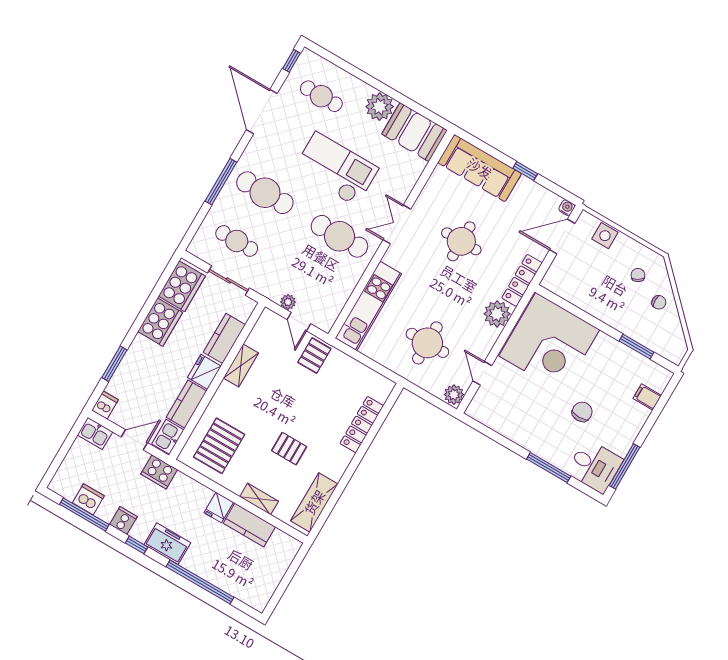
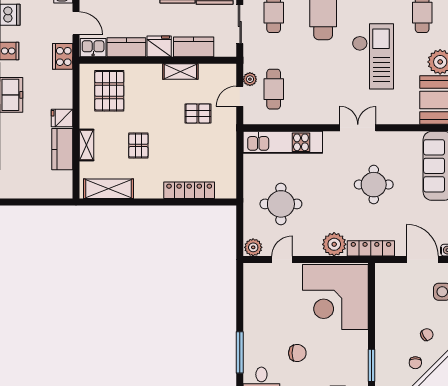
cafe table: (339, 236) -> (274, 89), moved, width x0.73, depth x0.74
pallet: (314, 356) -> (198, 113), moved
pallet: (219, 446) -> (109, 91), turned 90

